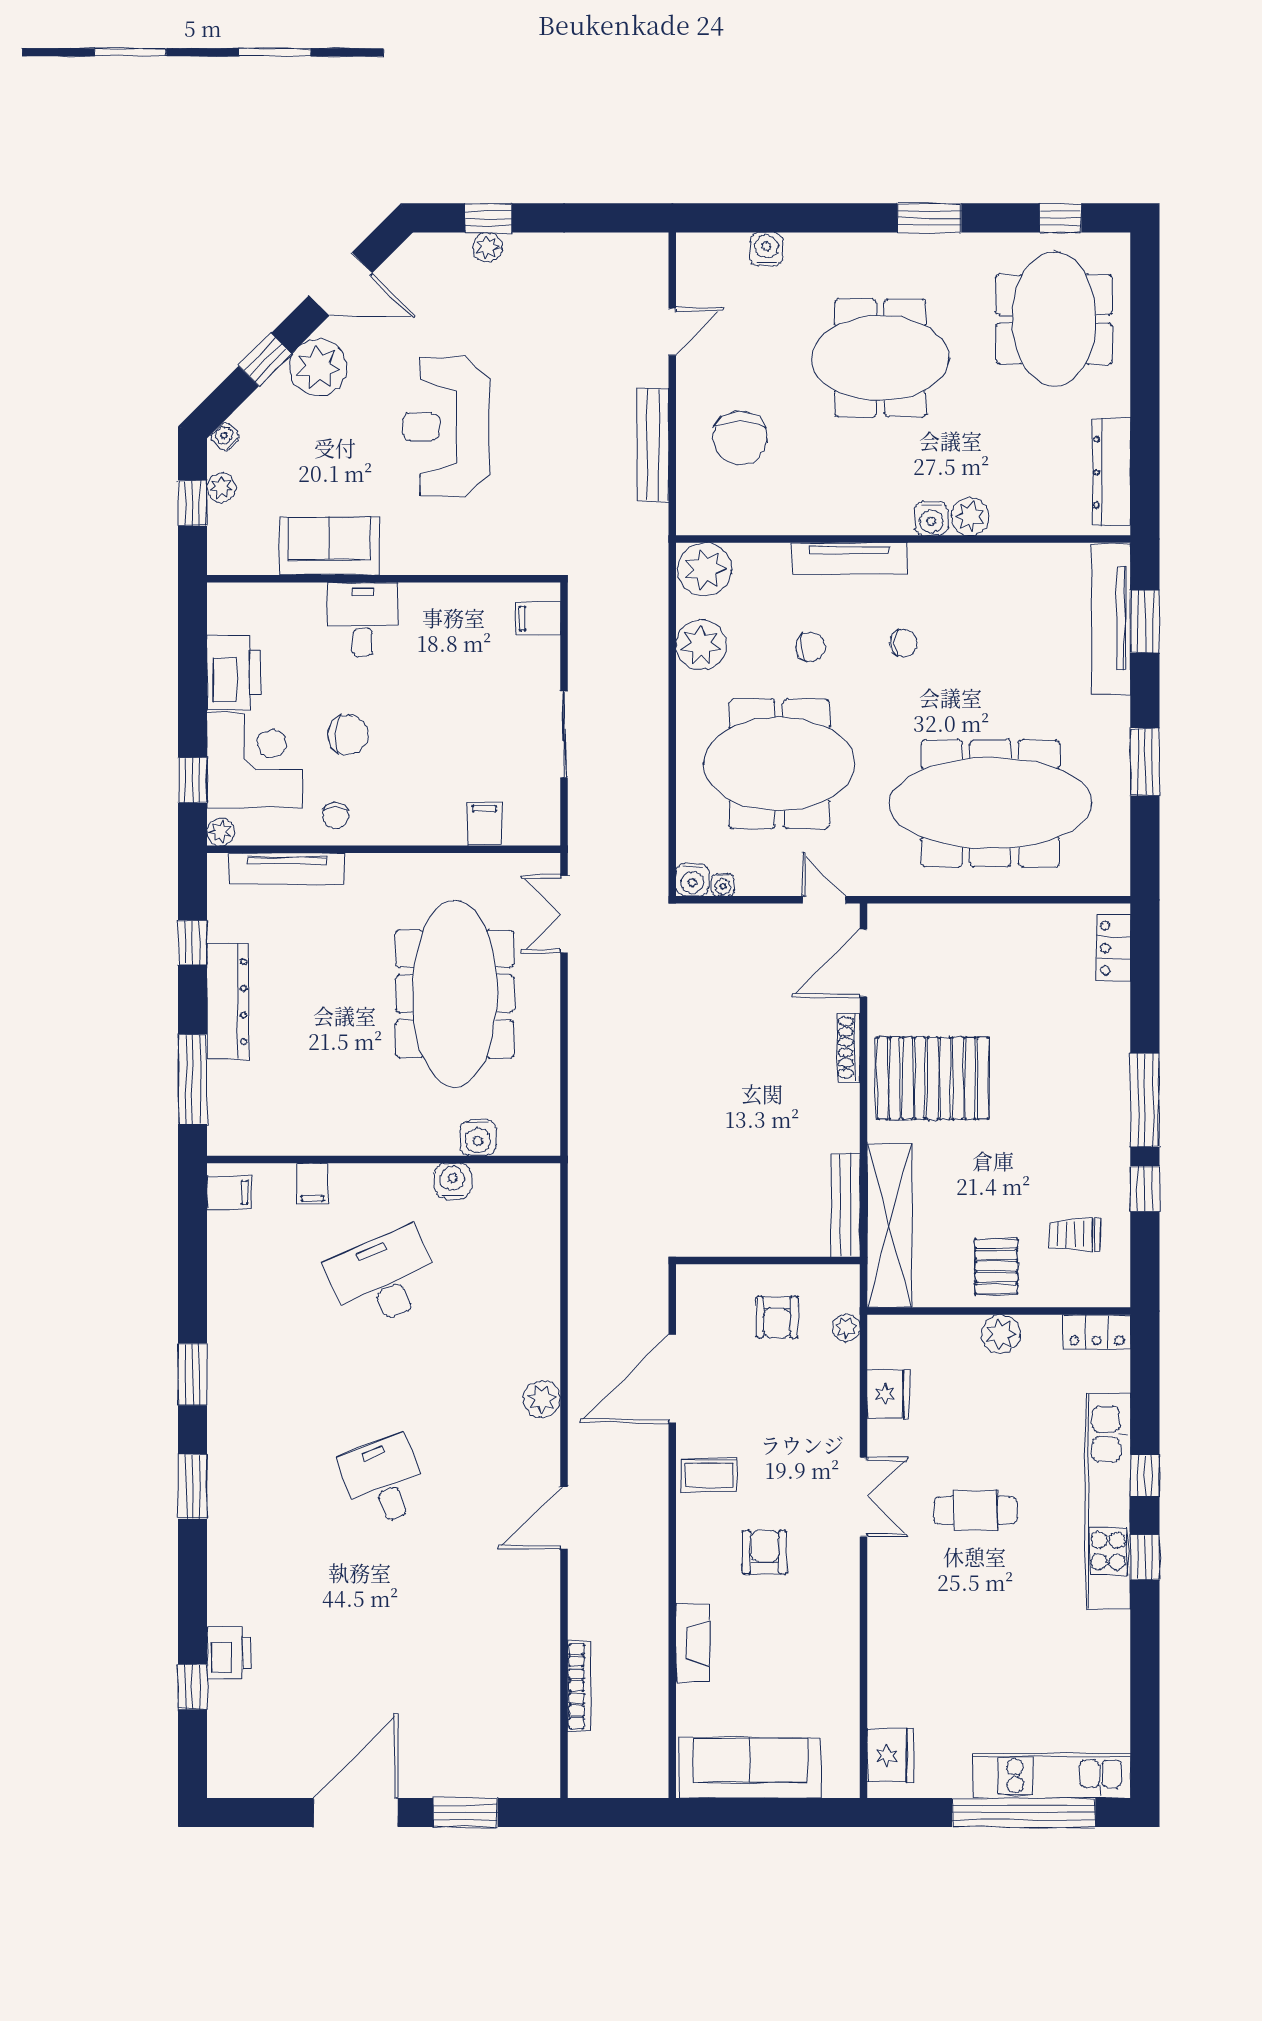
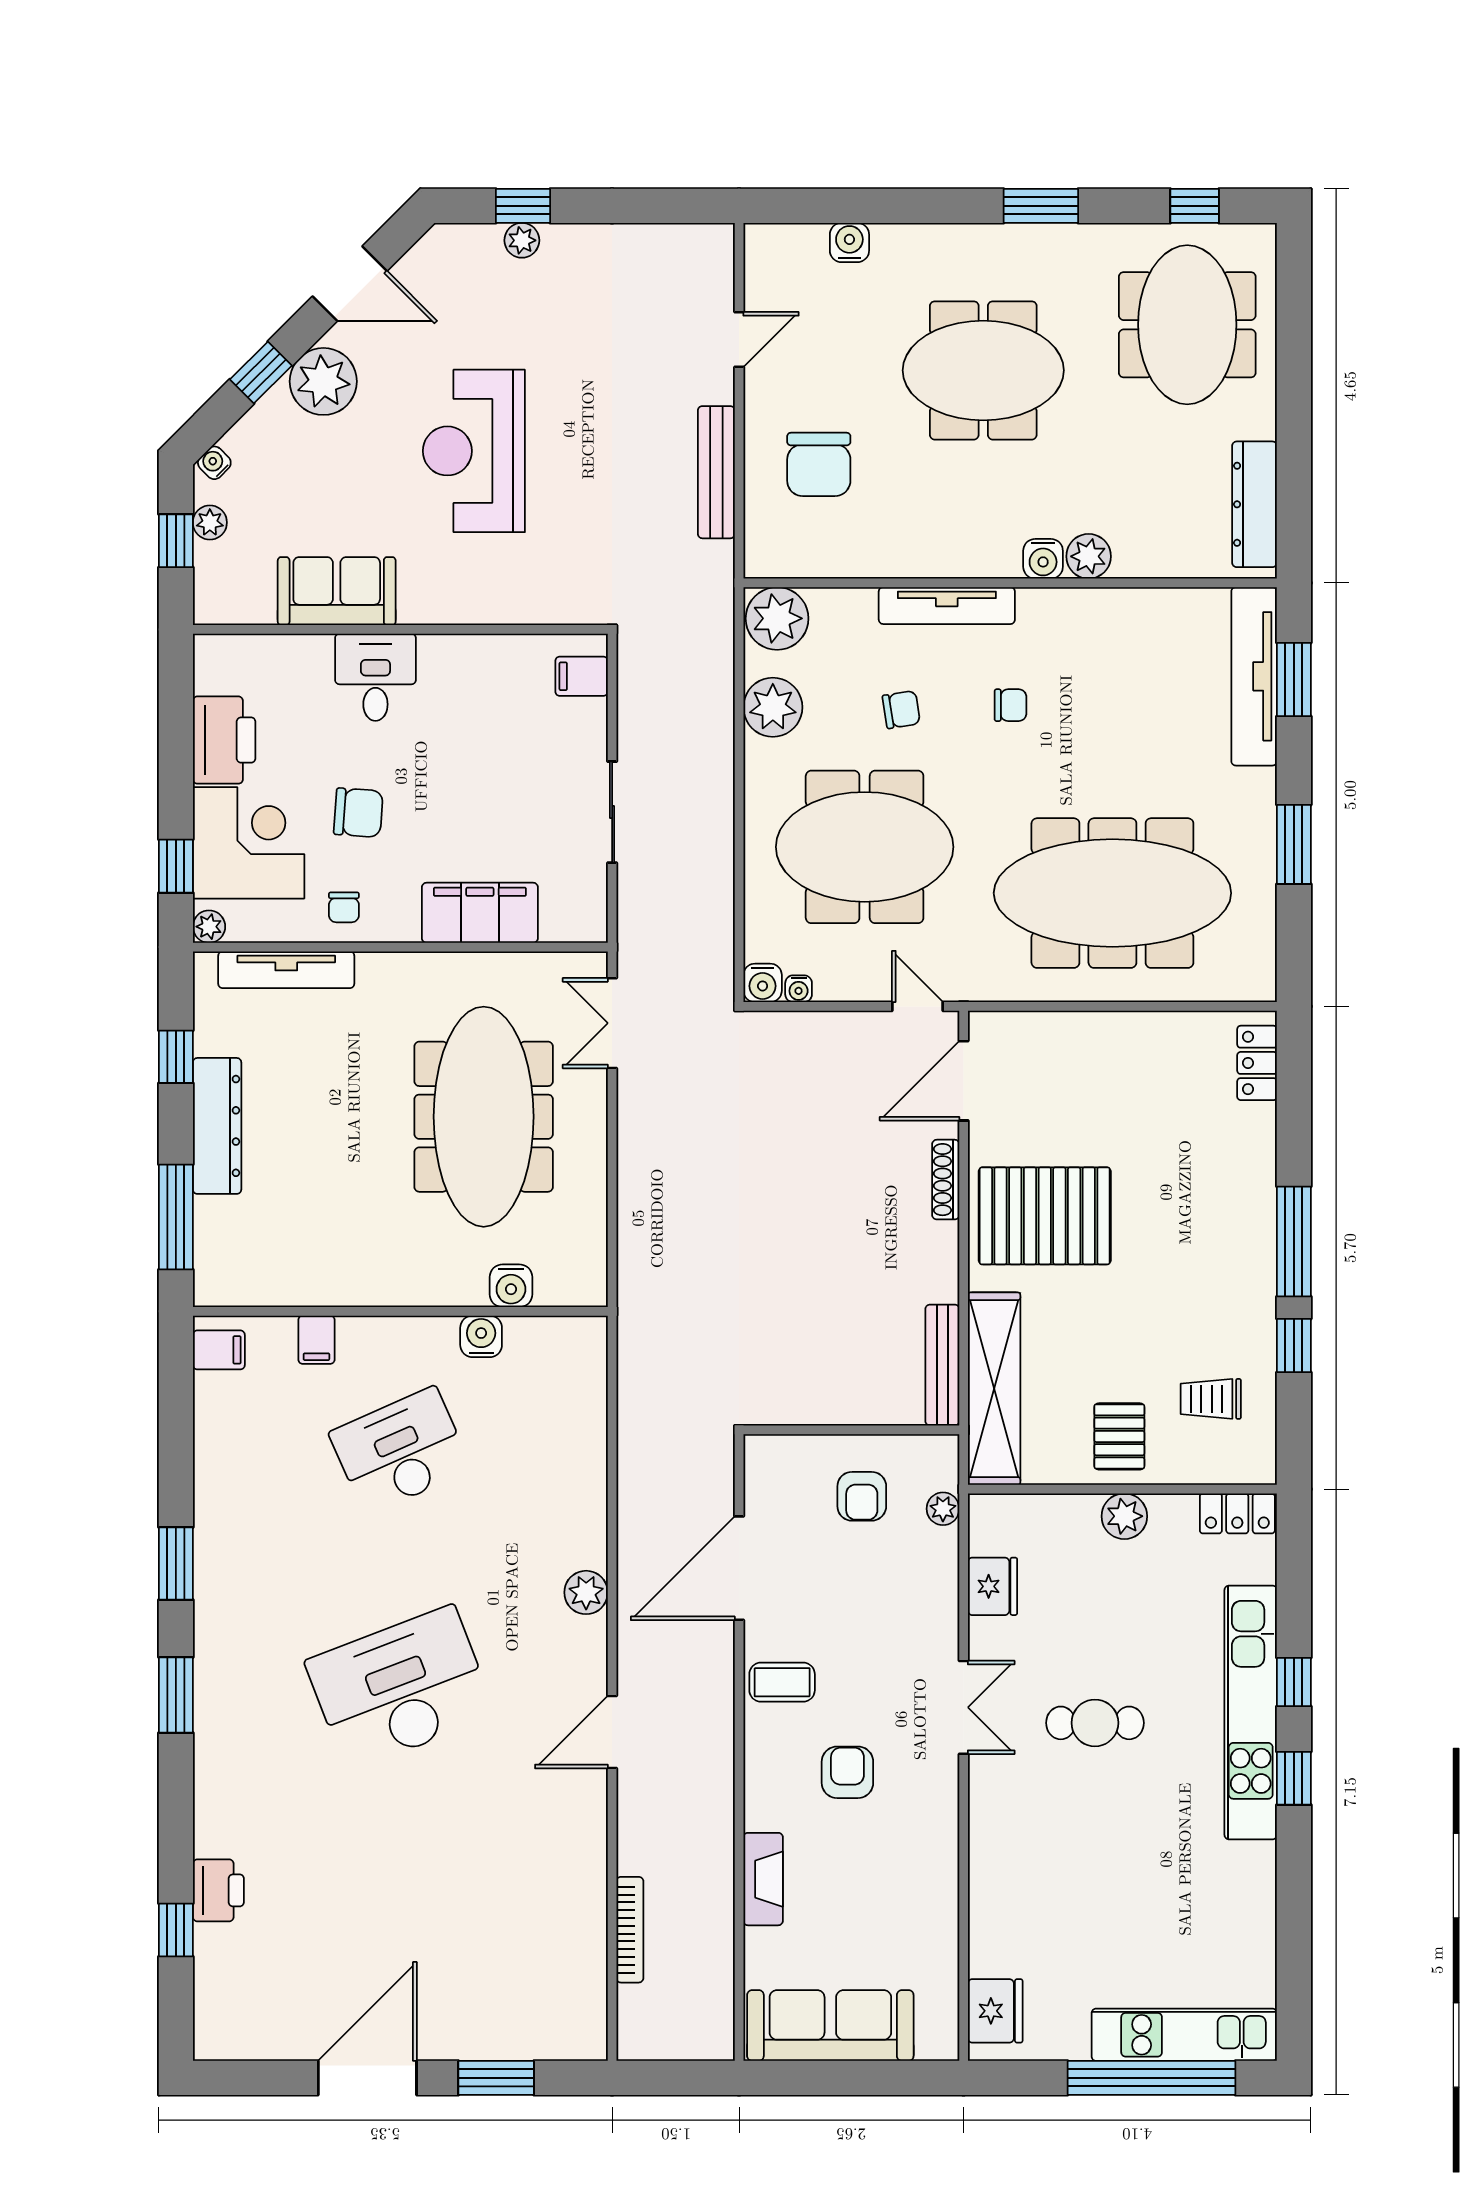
filing cabinet: (484, 824) -> (480, 913), width x3.00, depth x1.17
desk: (384, 1481) -> (400, 1688), width x1.87, depth x1.30

